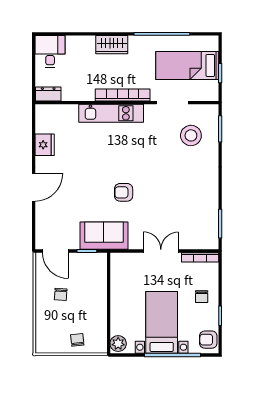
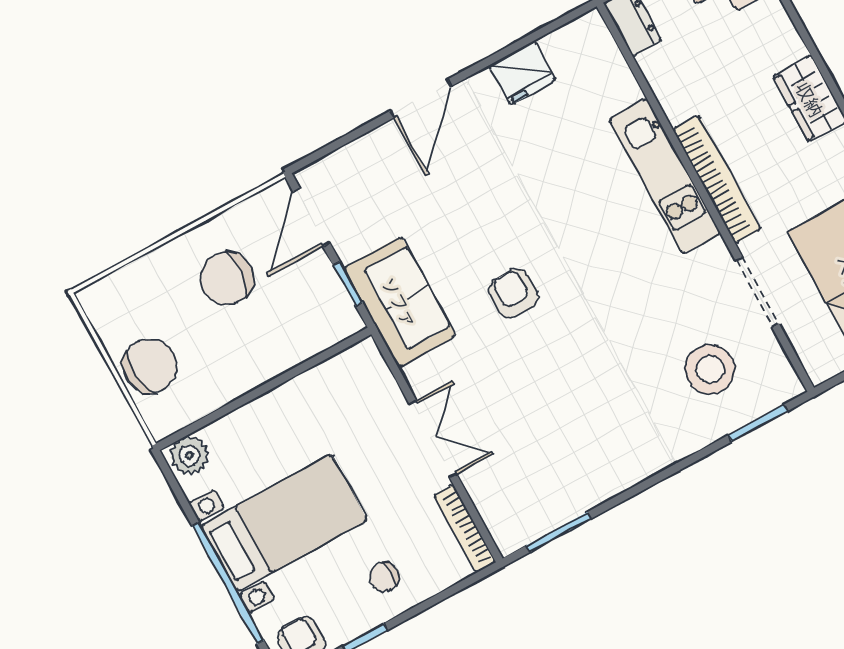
door: (34, 187) -> (421, 99), hinge flipped
chair: (61, 294) -> (227, 278), width x1.87, depth x1.87
chair: (77, 340) -> (150, 366), width x1.87, depth x1.87

